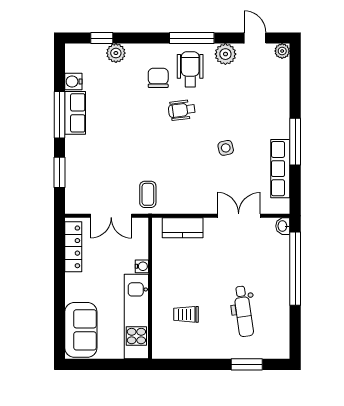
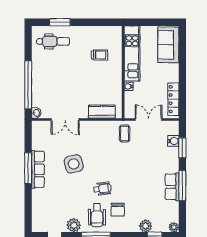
plant: (282, 51) -> (174, 227), moved
water cooler: (73, 81) -> (173, 141), moved
side table: (226, 148) -> (74, 164), width x1.87, depth x1.87
row of seats: (280, 169) -> (38, 169), moved
dental chair: (243, 311) -> (53, 41), moved, turned 98

